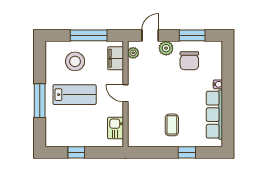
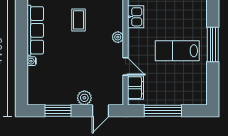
plant: (133, 53) -> (118, 37), moved
stool: (75, 61) -> (177, 84), removed
chair: (189, 61) -> (61, 85), removed
door: (125, 93) -> (126, 66), moved

